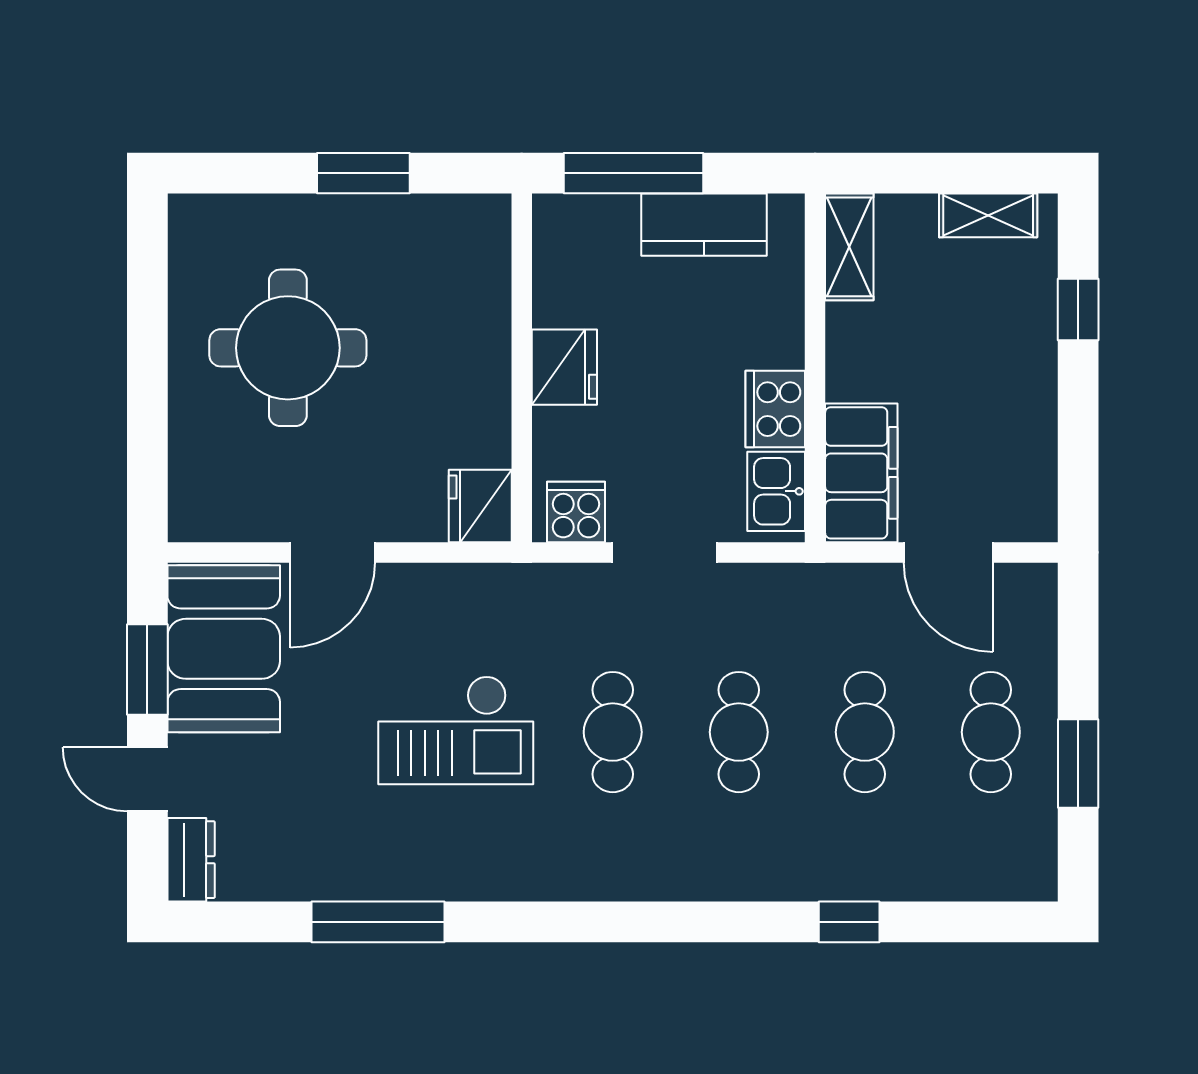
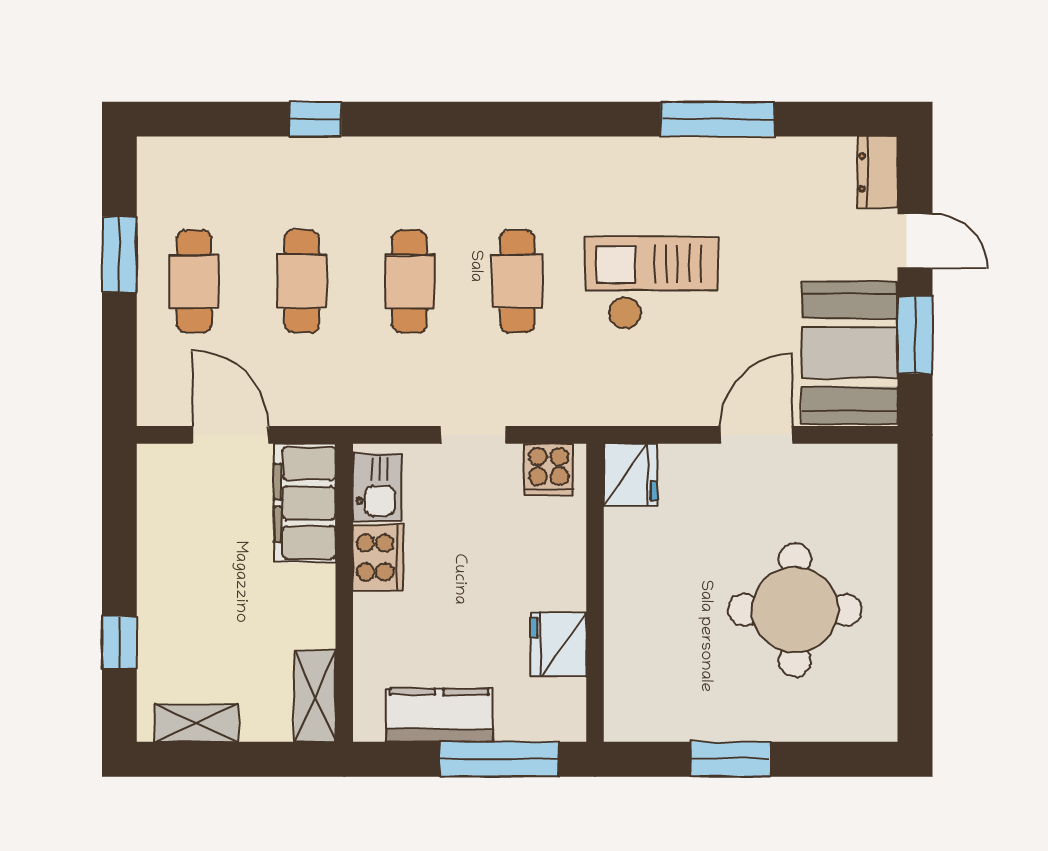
fridge: (564, 367) -> (559, 644), moved
doorway: (664, 552) -> (473, 435), width x0.73

